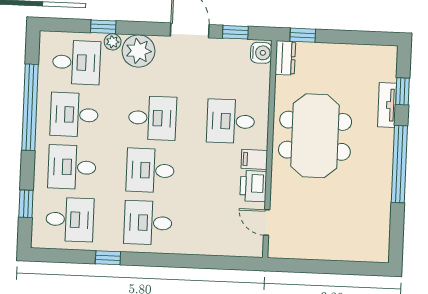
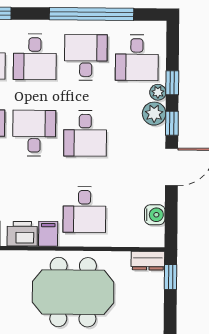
window: (235, 32) -> (172, 123), moved
plant: (138, 51) -> (154, 114), width x0.73, depth x0.73
water cooler: (261, 53) -> (155, 215), moved, turned -90
desk: (231, 121) -> (84, 210), turned 180
desk: (72, 167) -> (35, 57), turned 180

